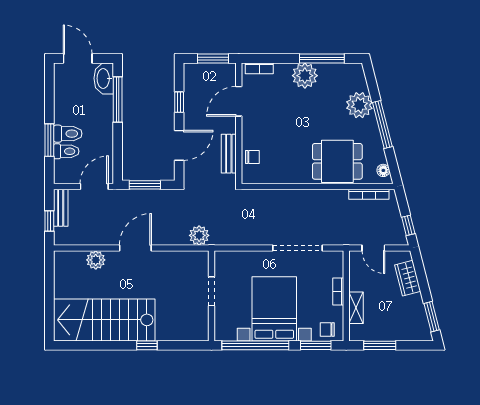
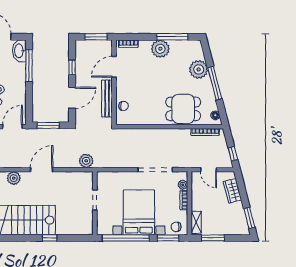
bench: (229, 154) -> (107, 99), width x1.36
plant: (337, 270) -> (183, 185), added
shelving: (356, 308) -> (196, 222), moved

